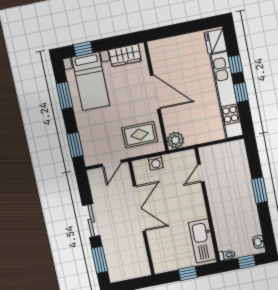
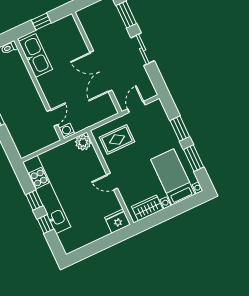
fridge: (216, 41) -> (117, 221), moved, turned -90
window: (83, 49) -> (186, 204), removed
door: (155, 92) -> (112, 181), width x0.53
window: (75, 145) -> (180, 129), moved
washing machine: (156, 163) -> (67, 131), moved

